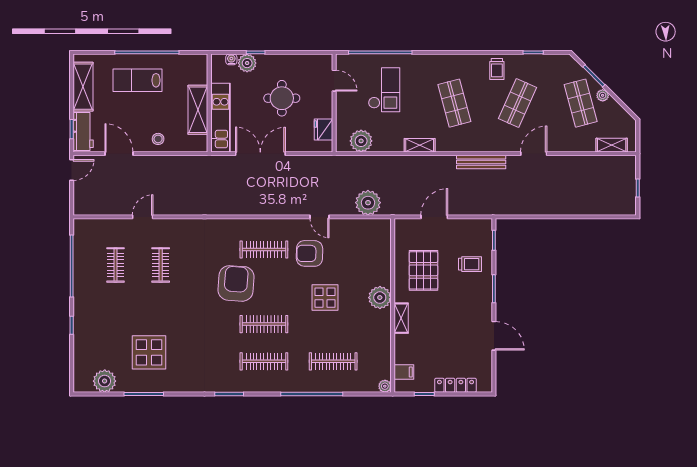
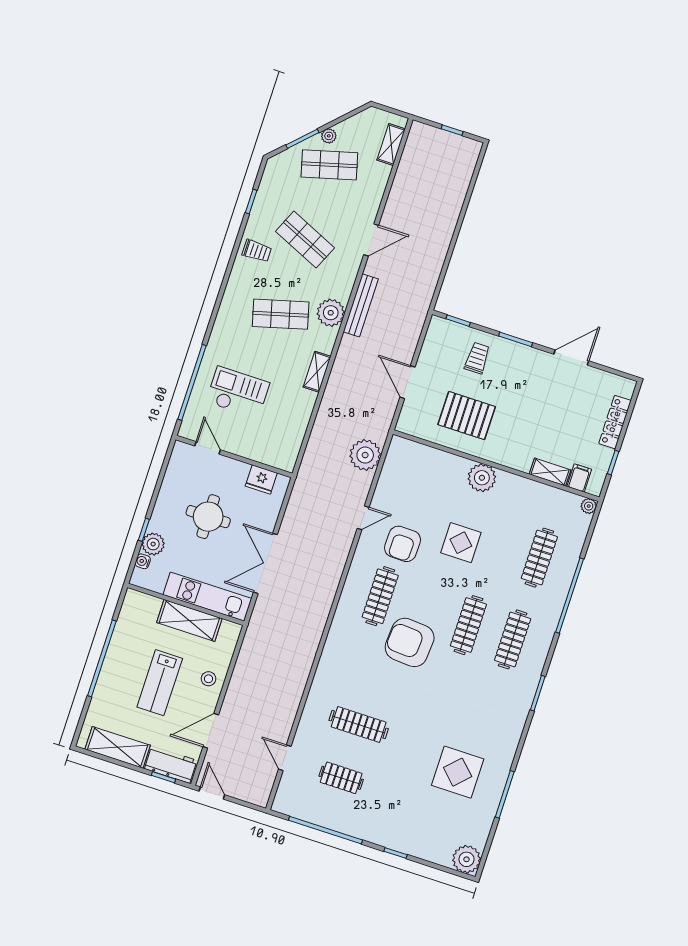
lab bench: (137, 80) -> (160, 683), moved
door: (334, 81) -> (208, 448), hinge flipped
plant: (361, 141) -> (331, 313), moved
door: (534, 154) -> (371, 240), swing flipped
door: (143, 217) -> (285, 758), moved
clothes rail: (161, 265) -> (359, 724), width x1.36
shelving: (401, 318) -> (550, 472), moved
plant: (105, 381) -> (467, 859), moved

